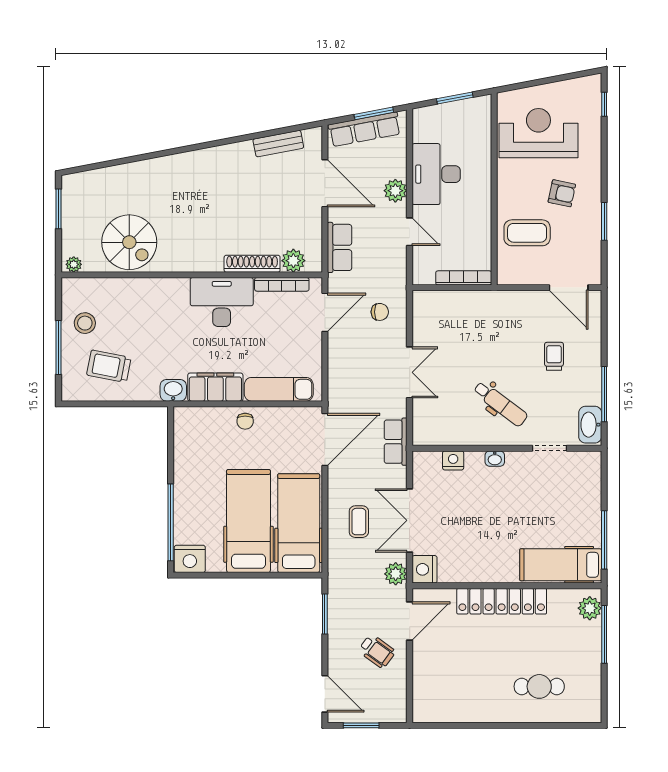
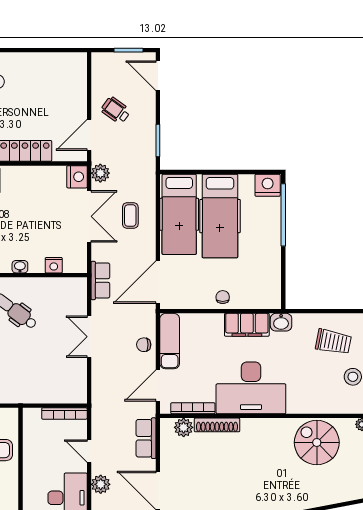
bookcase: (464, 278) -> (64, 413), moved
desk: (222, 302) -> (251, 388), width x1.36, depth x1.30
chair: (380, 312) -> (144, 345), moved
exam couch: (279, 389) -> (170, 341), moved, turned -90

